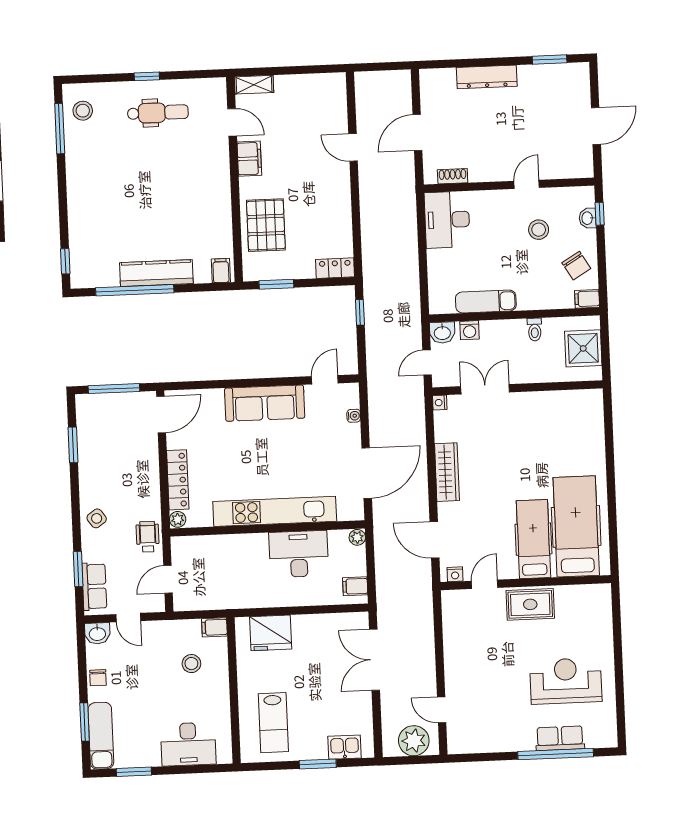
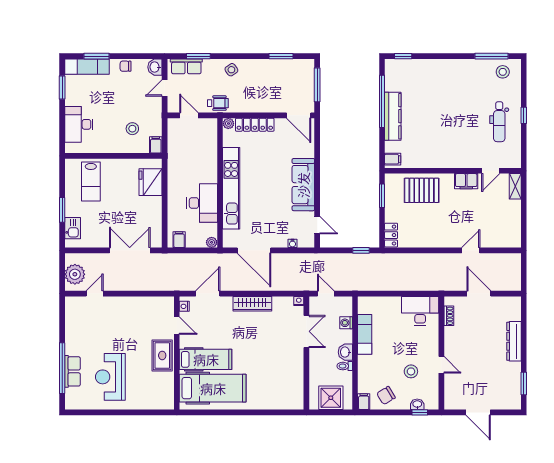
washbasin: (442, 333) -> (345, 352), moved
reception desk: (566, 681) -> (110, 377), turned 180
lab bench: (273, 723) -> (91, 181), turned -90

